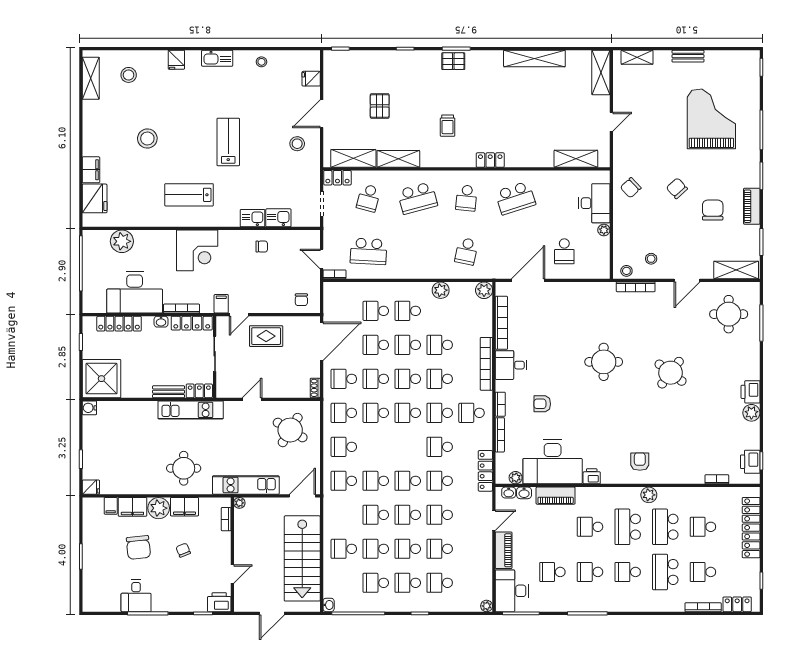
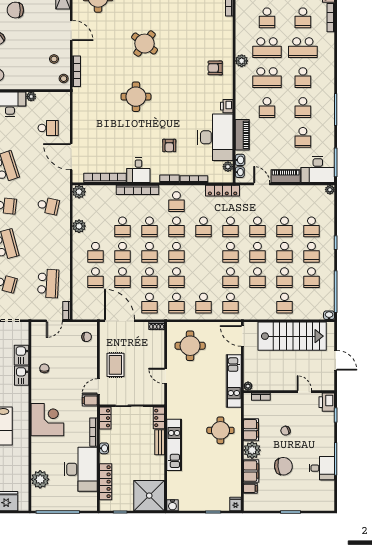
door: (239, 315) -> (98, 387), swing flipped
locker: (192, 323) -> (105, 418), width x0.66
kitchen unit: (191, 410) -> (174, 445), moved
round table: (290, 430) -> (190, 346), turned -31

